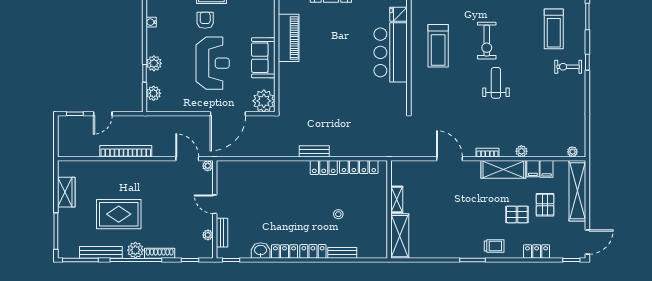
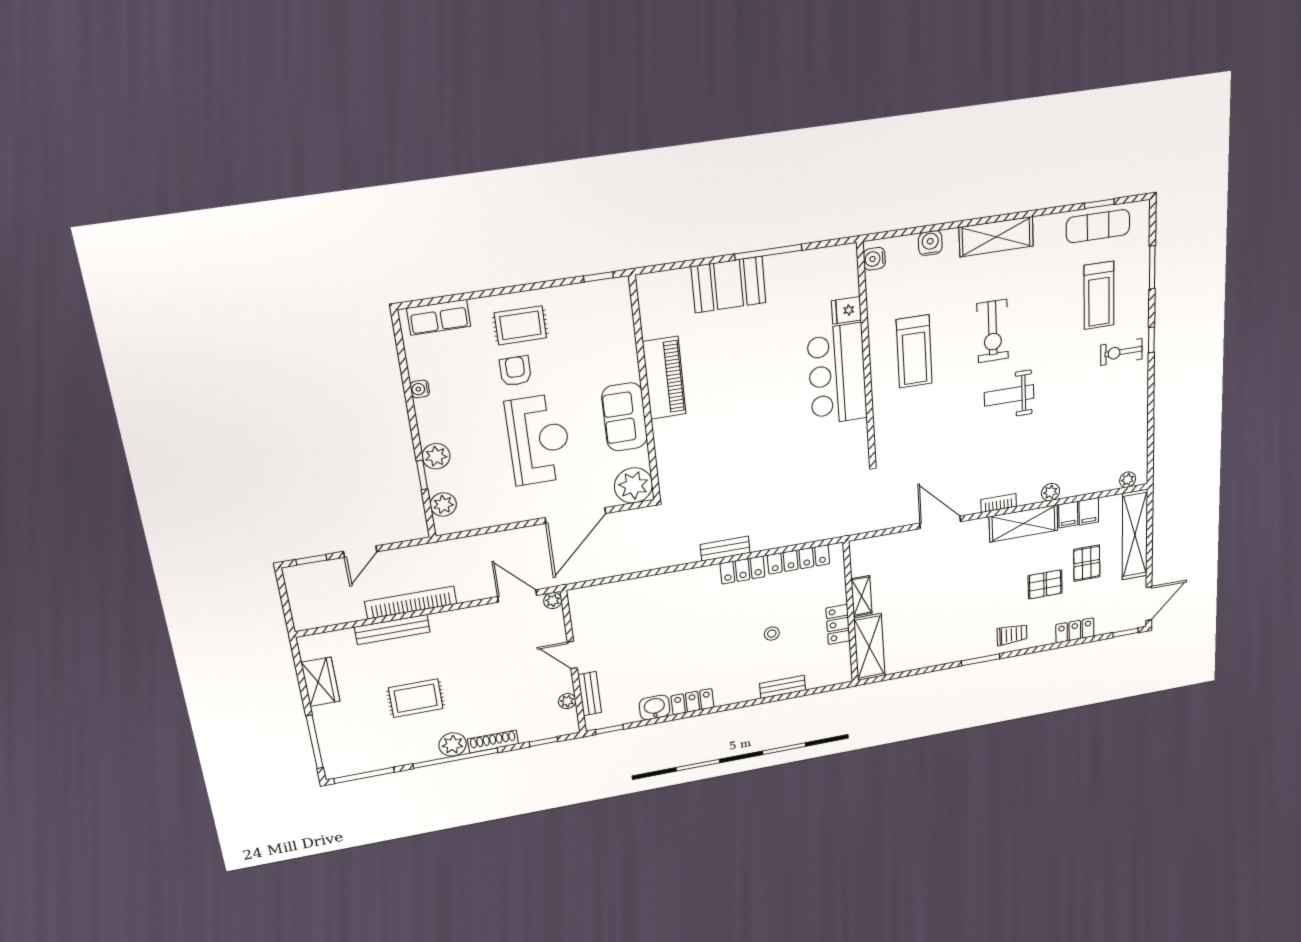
weight bench: (496, 83) -> (1009, 395), turned -90
rug: (119, 214) -> (416, 698), width x0.73, depth x0.70
locker: (313, 251) -> (838, 624), moved, turned -90
bench: (101, 252) -> (392, 630), moved

